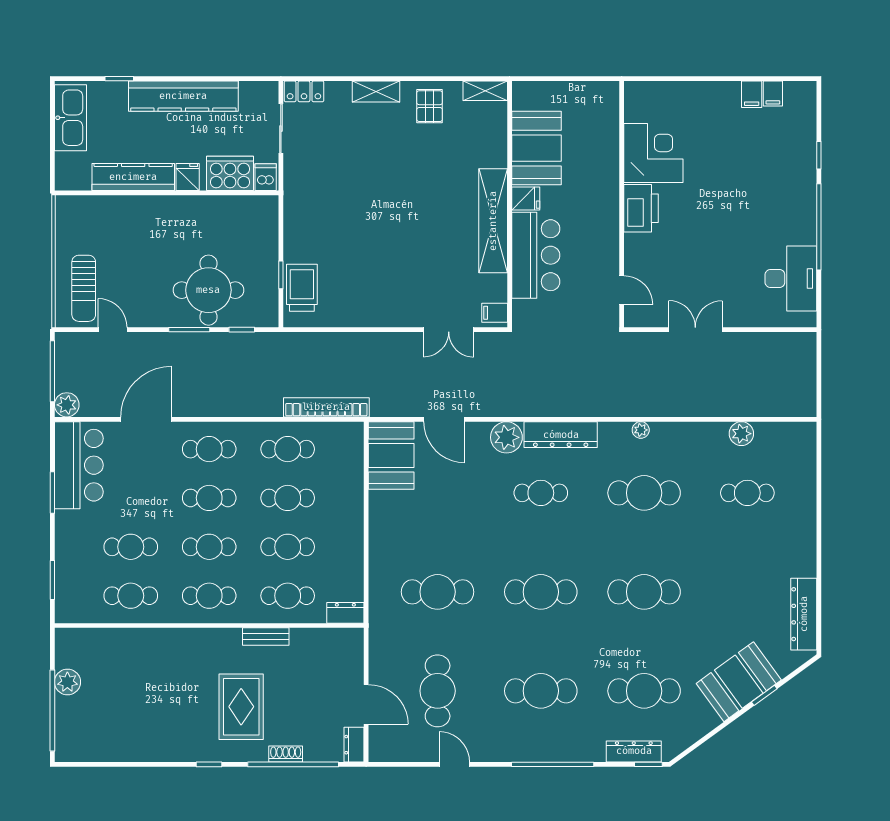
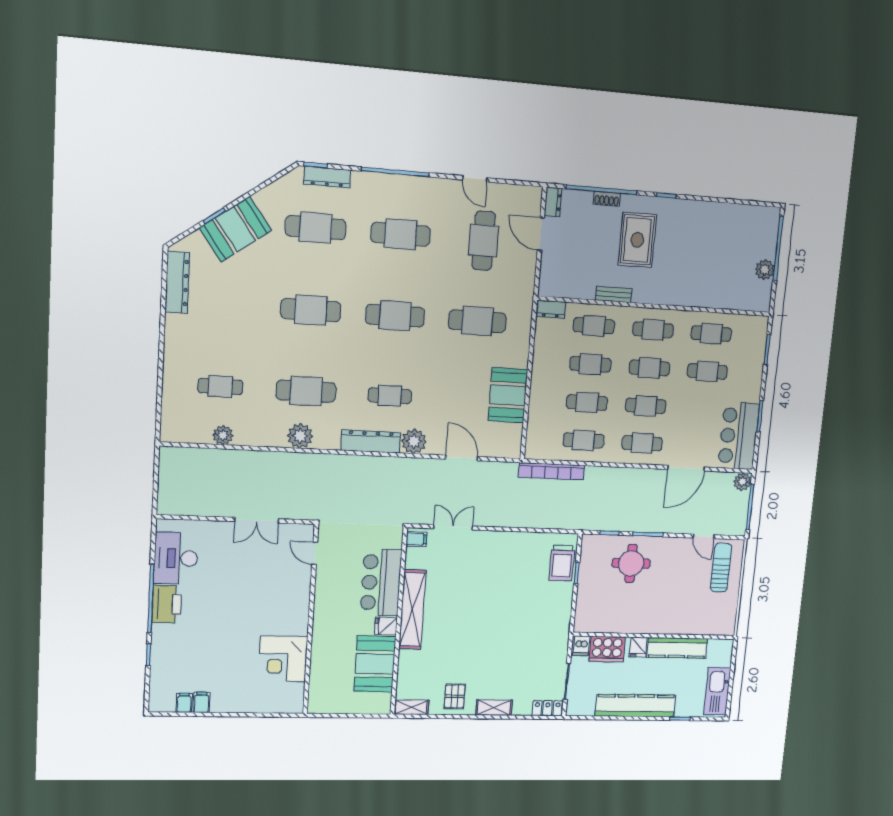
printer: (641, 208) -> (167, 604), moved, turned 180
round table: (208, 290) -> (631, 563), width x0.73, depth x0.73
plant: (641, 430) -> (300, 436), width x1.88, depth x1.88
booth: (391, 455) -> (508, 395), moved

